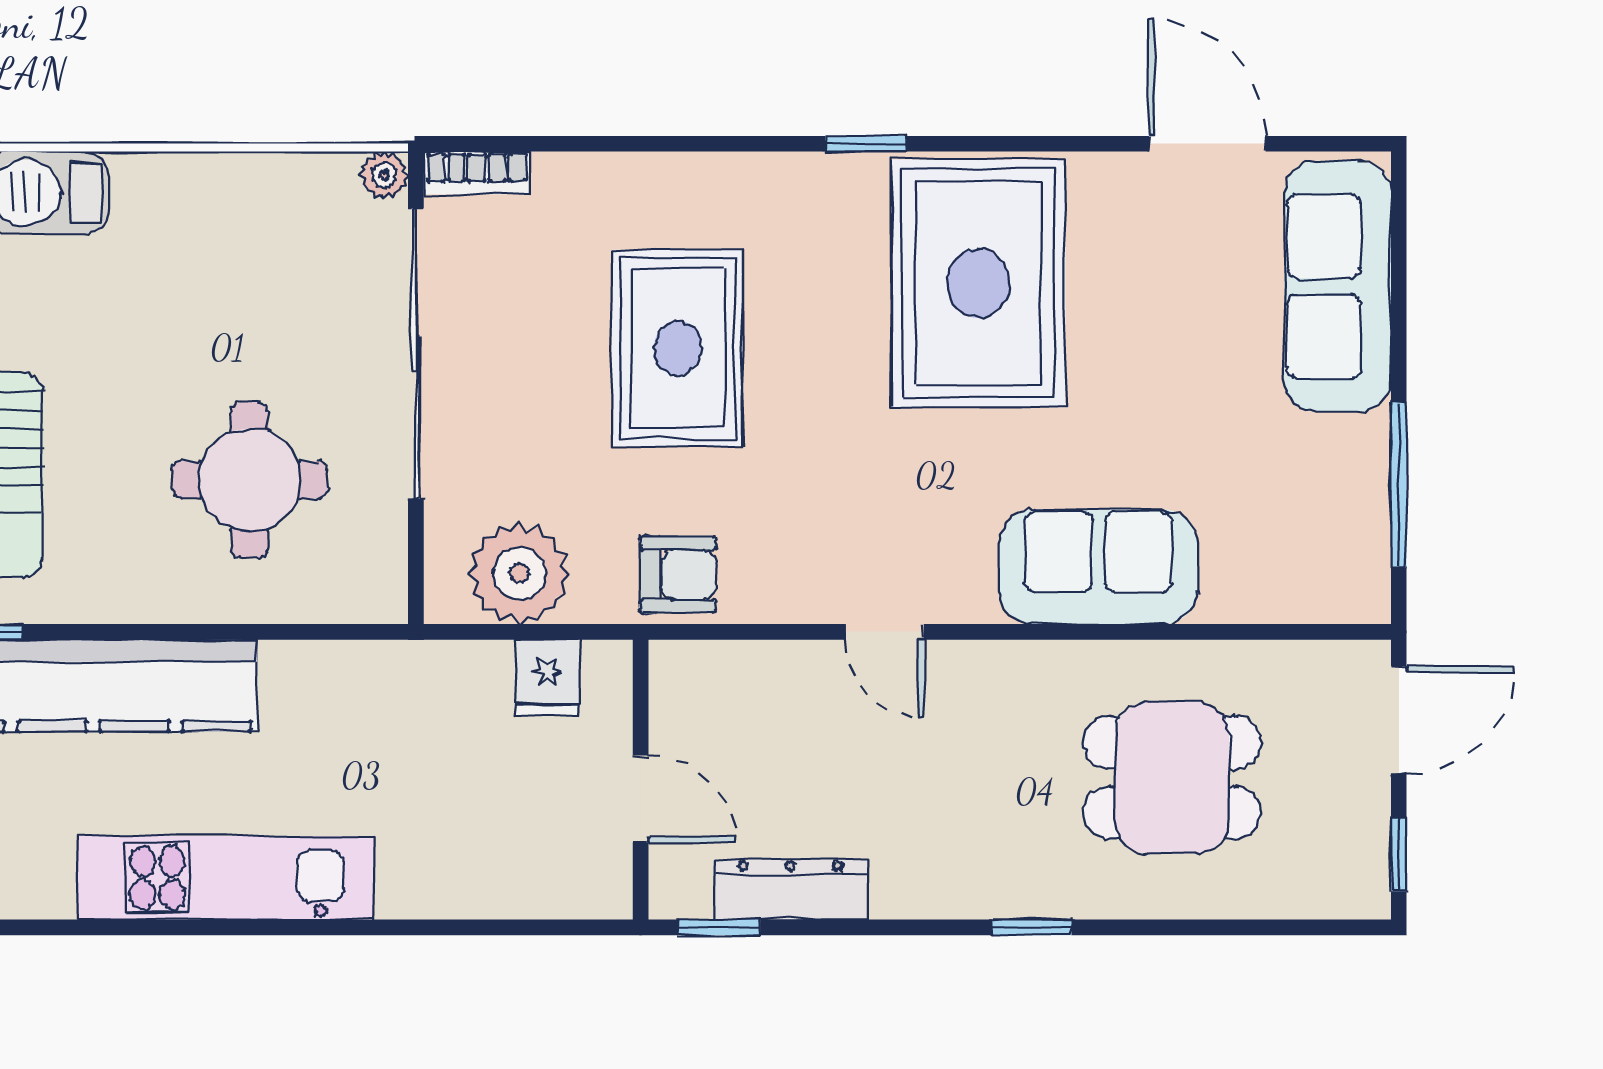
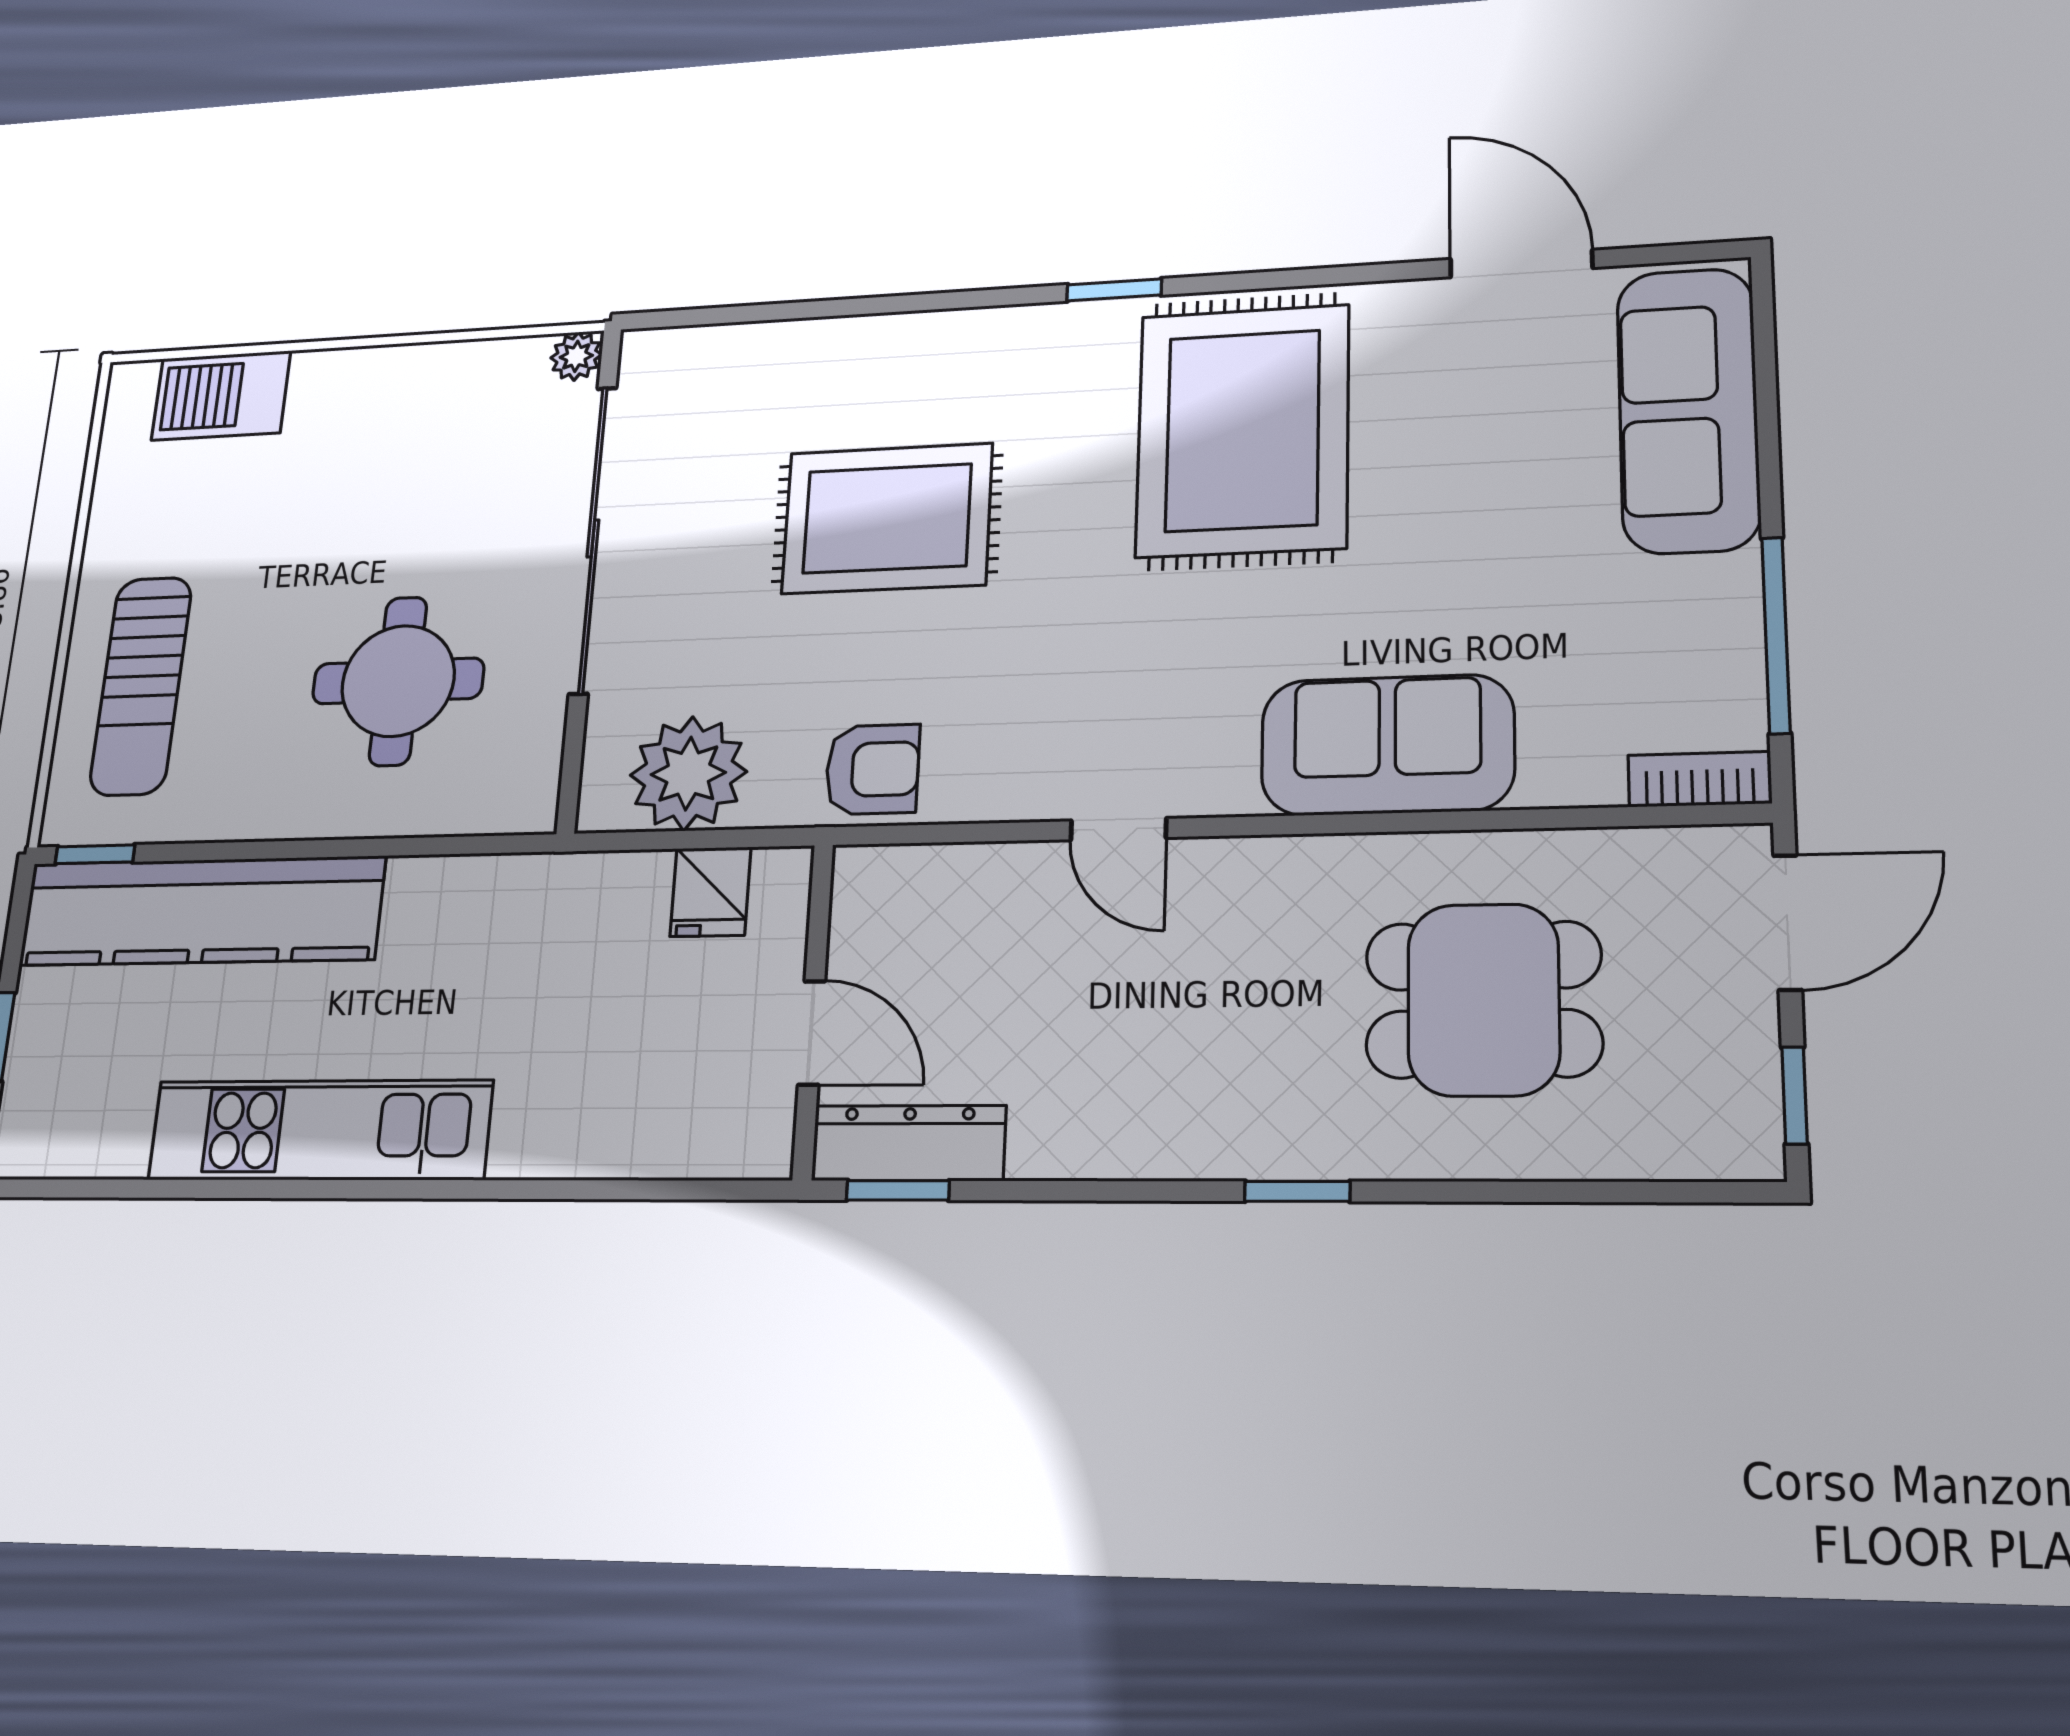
bookcase: (477, 173) -> (1700, 779), moved, turned 180
rug: (678, 348) -> (887, 519), turned 90
dresser: (790, 890) -> (909, 1143), moved

